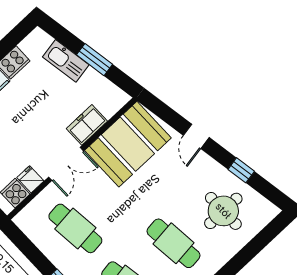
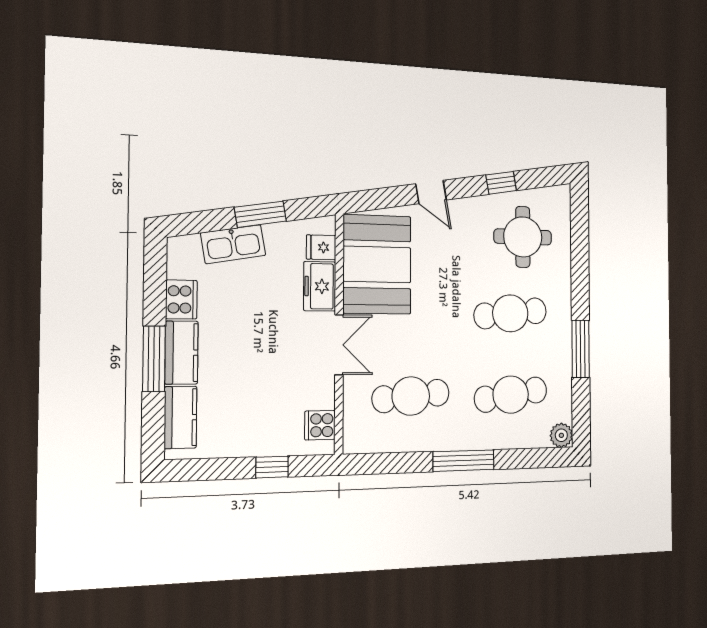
fridge: (30, 179) -> (321, 247), moved

